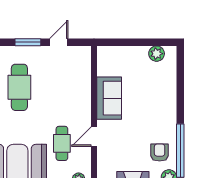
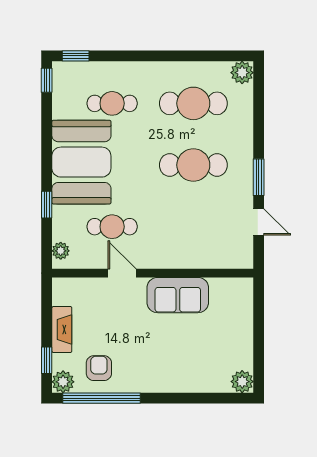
plant: (157, 54) -> (242, 382), moved
armchair: (160, 152) -> (99, 368), turned -90

